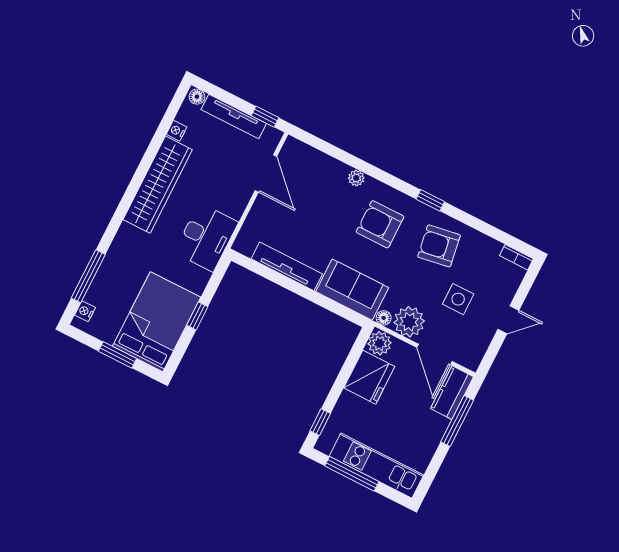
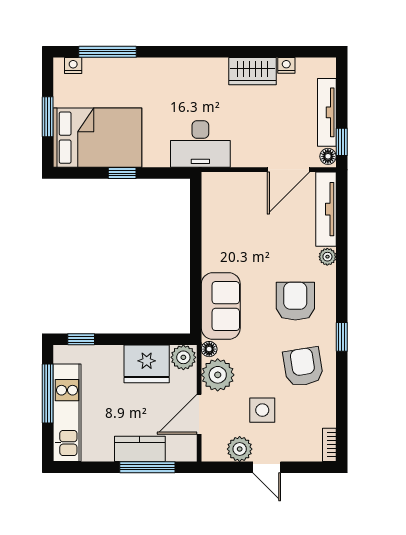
floor lamp: (197, 97) -> (328, 156), moved
wardrobe: (158, 185) -> (252, 71), width x0.48, depth x0.85
tv unit: (287, 266) -> (326, 209), moved, turned 180
plant: (481, 335) -> (240, 449), added
kitchen counter: (452, 393) -> (140, 449), moved

